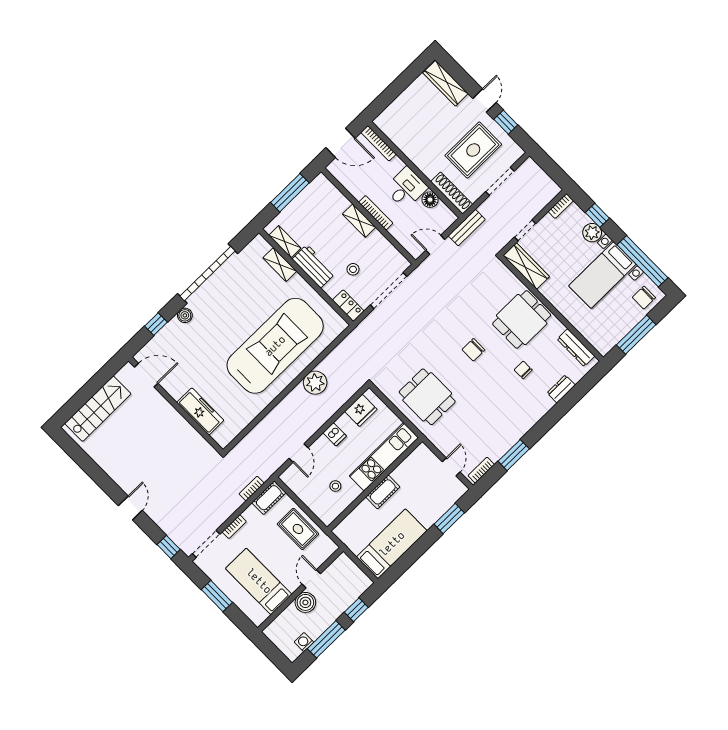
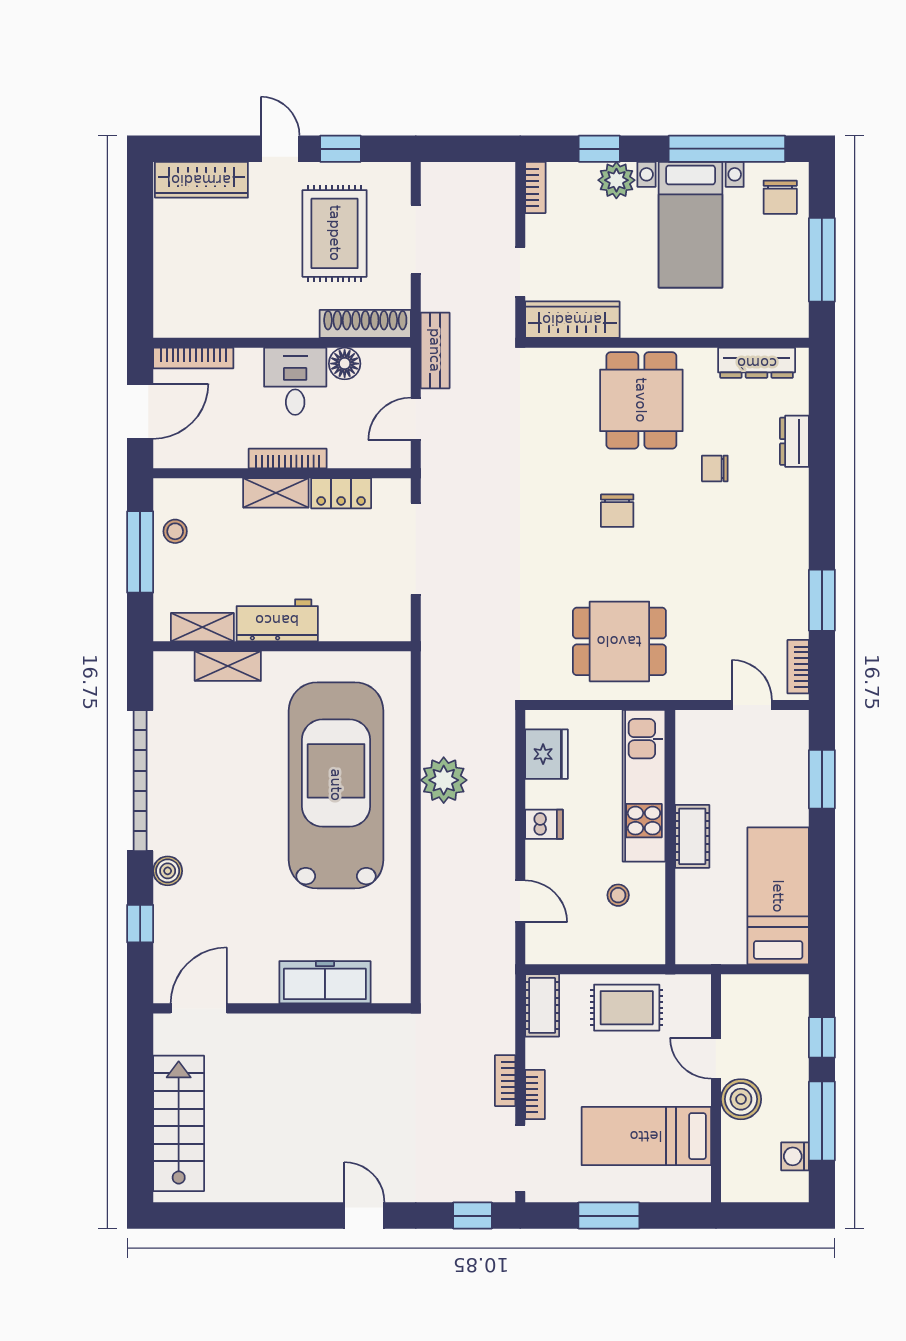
stool: (353, 269) -> (175, 531), moved
locker: (348, 306) -> (341, 493), moved, turned 180
bookcase: (252, 489) -> (505, 1081), moved

